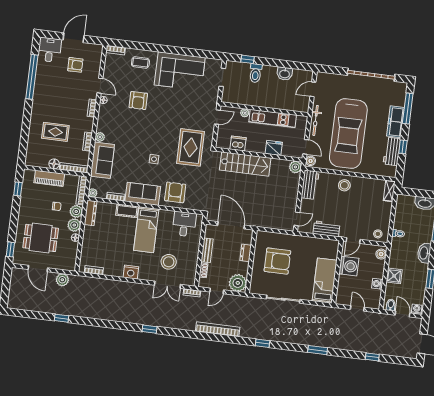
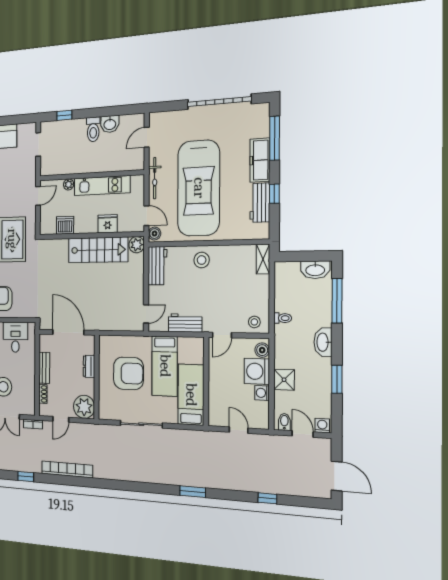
toilet: (256, 73) -> (93, 129), moved
stairs: (245, 164) -> (98, 250), moved
bed: (307, 258) -> (165, 366), added
washing machine: (349, 266) -> (257, 371), moved, turned 180
window: (263, 343) -> (26, 477), moved

